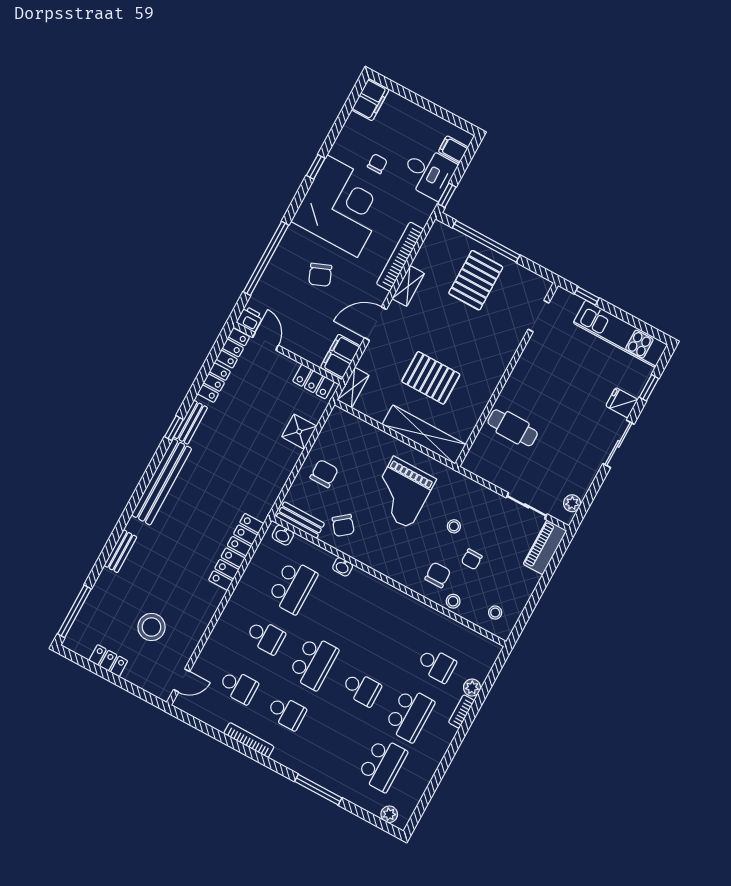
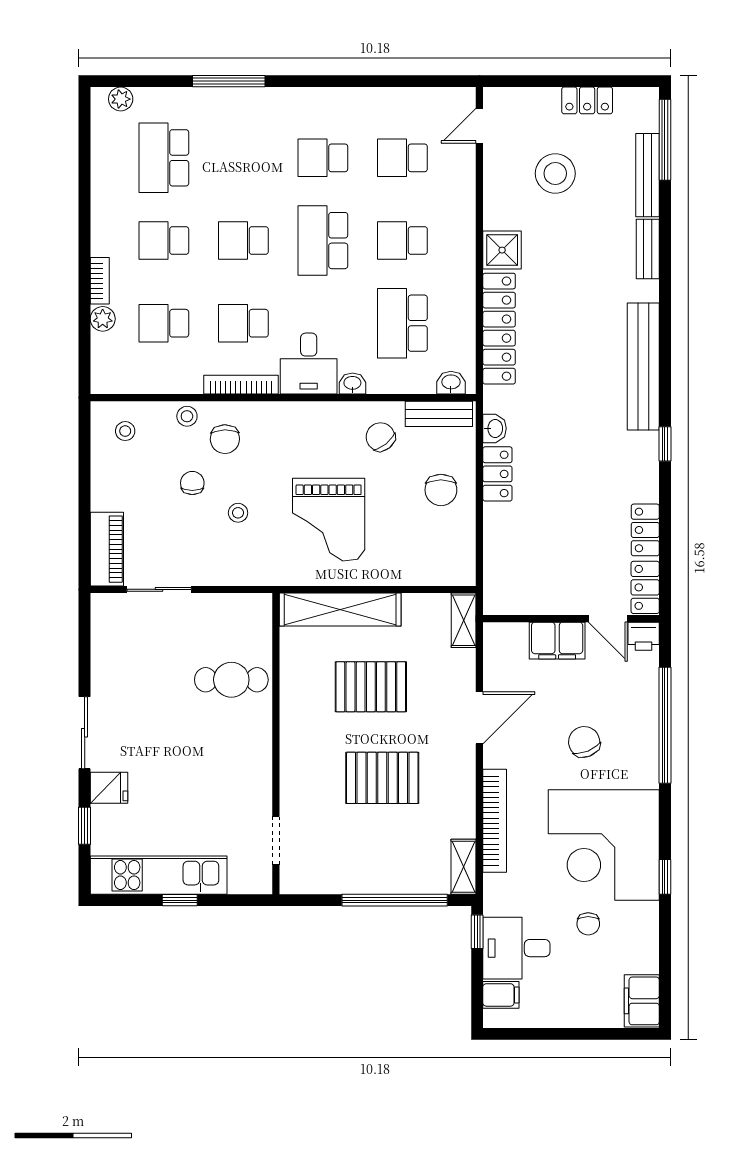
pallet: (476, 280) -> (382, 778), moved, turned 90
shelving: (408, 286) -> (464, 867), moved
window: (587, 296) -> (180, 900), moved
filing cabinet: (340, 357) -> (557, 641), moved, turned 90
locker: (314, 382) -> (497, 474), moved, turned 90
bench: (191, 422) -> (647, 175), moved, width x1.36
shower: (299, 432) -> (502, 250), moved
grand piano: (402, 492) -> (329, 520), turned 180
washbasin: (272, 493) -> (495, 428), added
plant: (572, 503) -> (103, 624), removed
desk: (362, 593) -> (309, 364), added
school desk: (389, 639) -> (243, 323), added
school desk: (409, 715) -> (164, 241), width x0.54
bookcase: (249, 740) -> (241, 385), moved, turned 180

